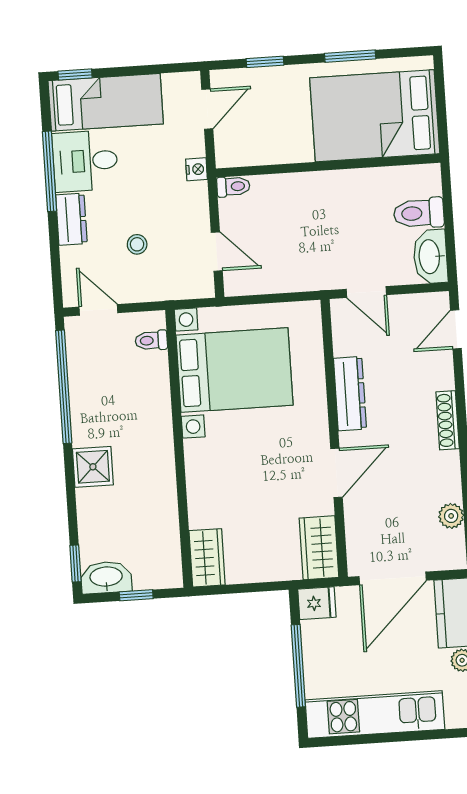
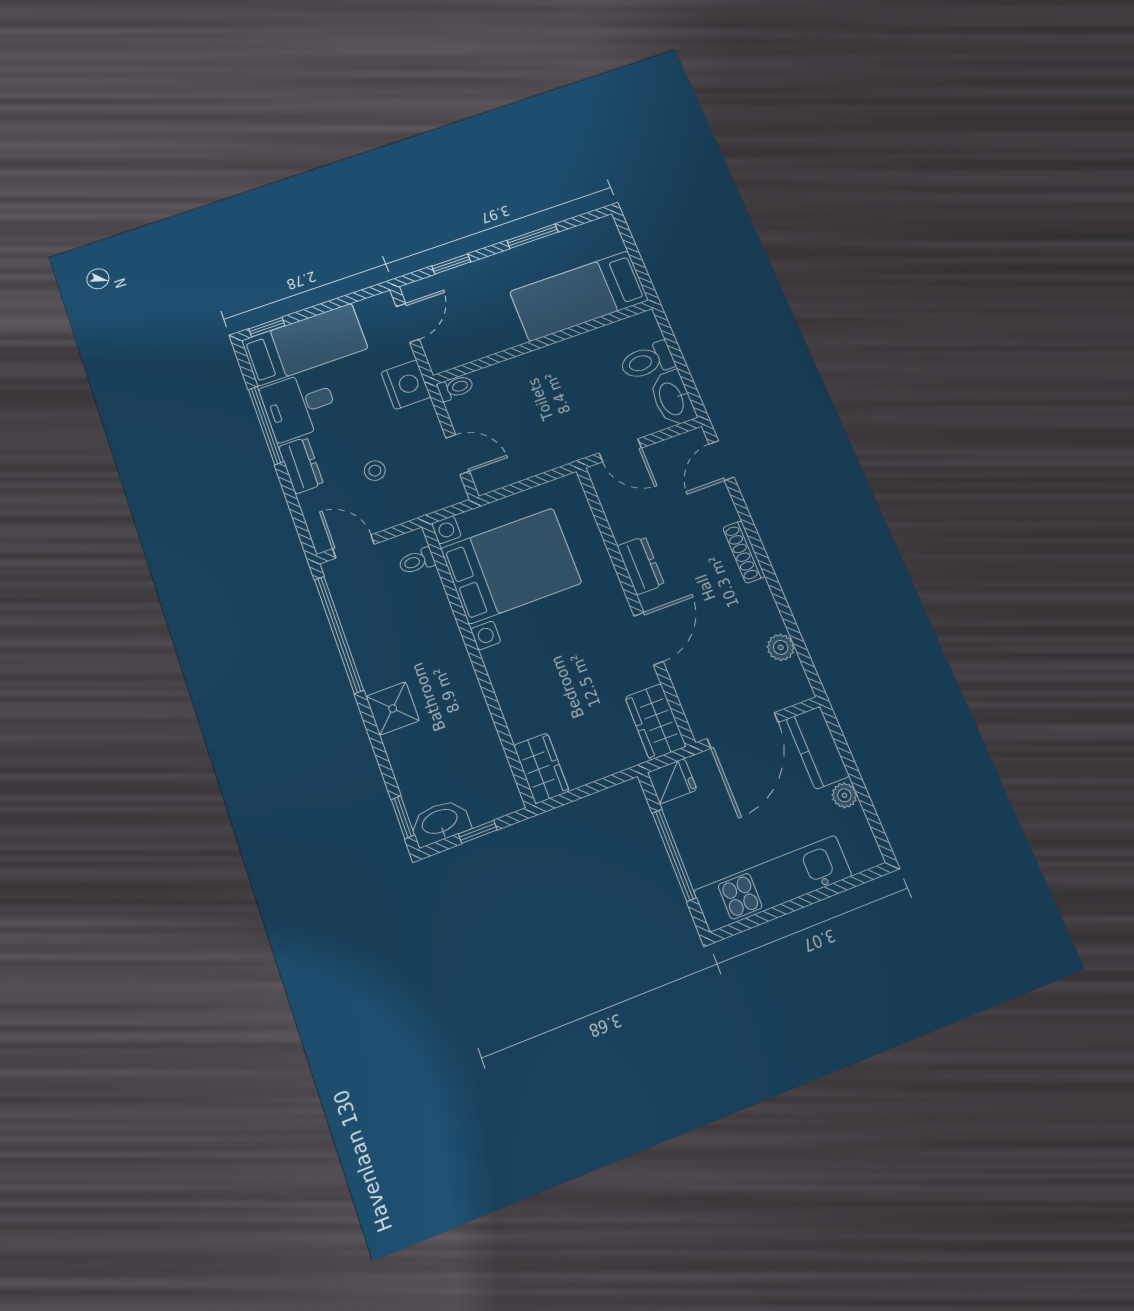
bed: (375, 116) -> (579, 296), width x0.67
nightstand: (196, 169) -> (406, 385), width x1.89, depth x1.79
dresser: (350, 394) -> (641, 565), width x0.70

